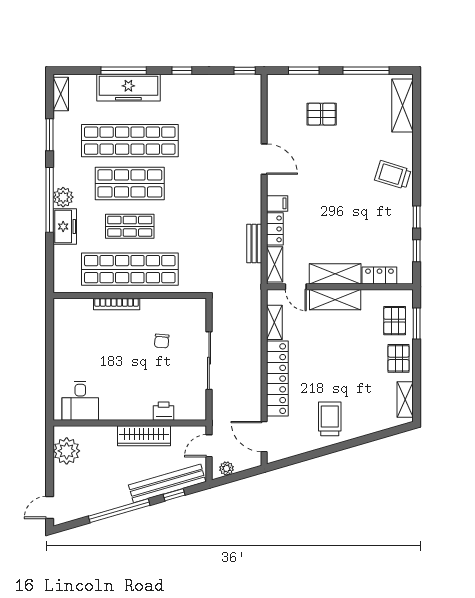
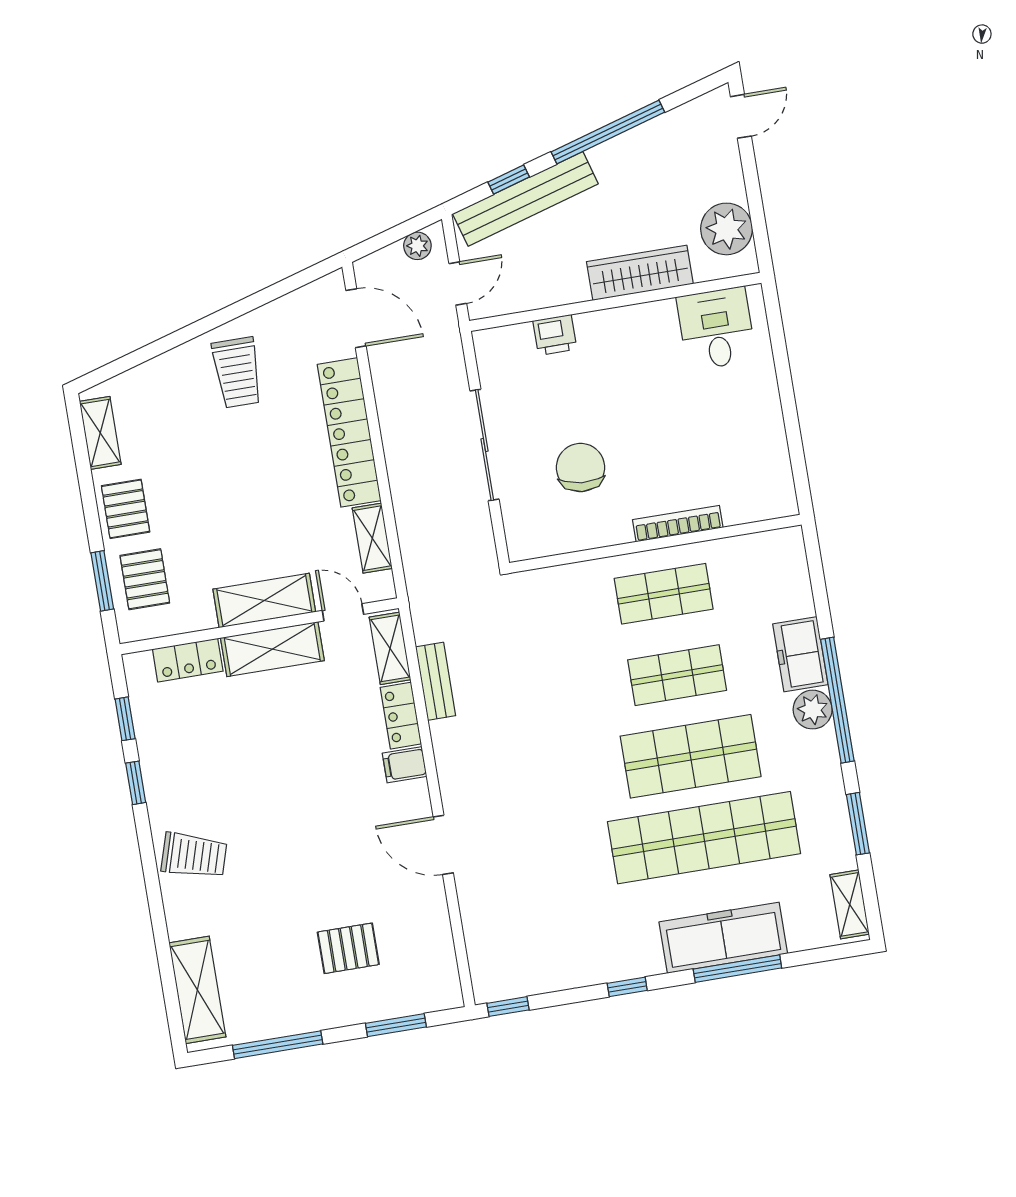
shop shelf: (130, 269) -> (664, 594), width x0.50, depth x0.74
chair: (162, 341) -> (580, 467), width x1.87, depth x1.87
wardrobe: (144, 436) -> (640, 273), moved

